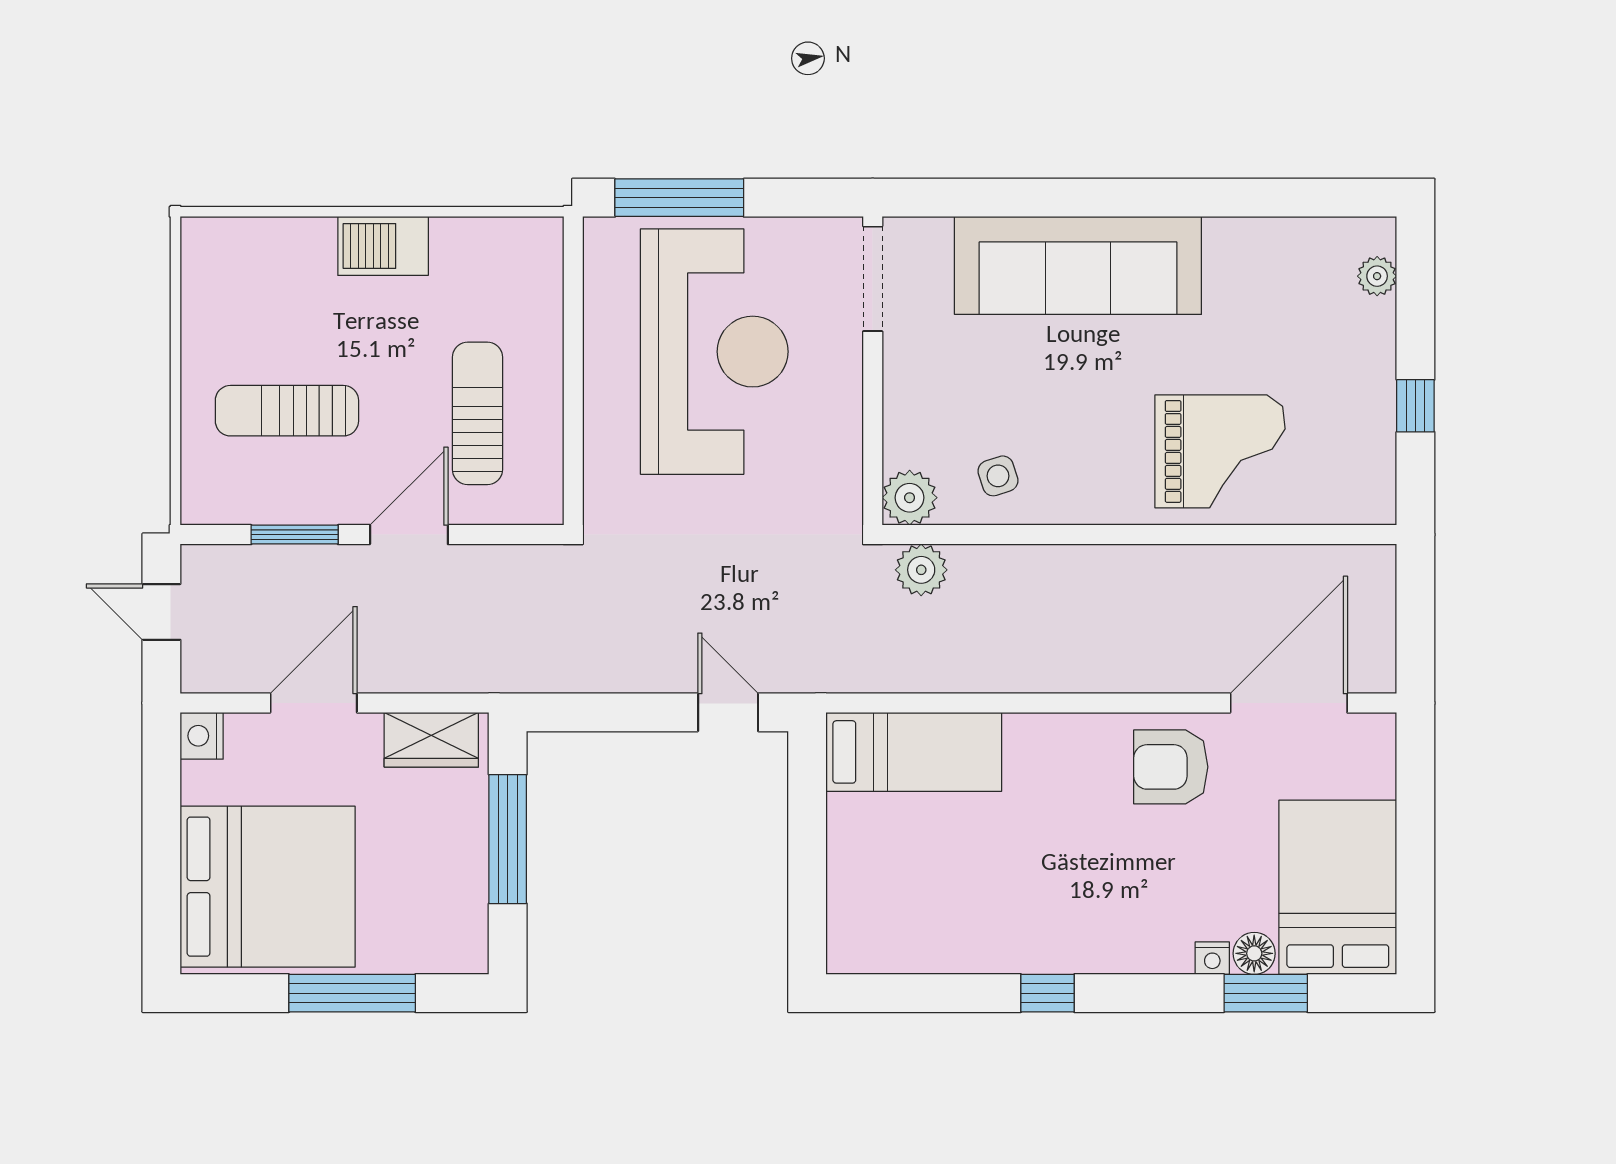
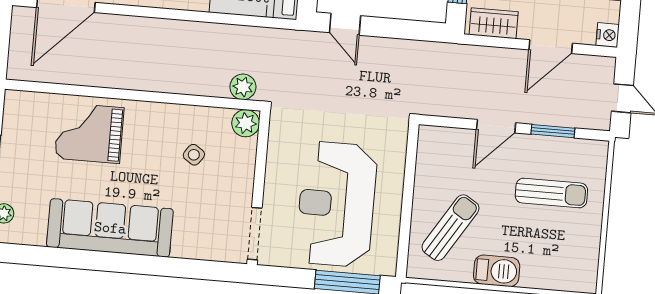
sofa: (1078, 265) -> (110, 228), moved
sun lounger: (478, 413) -> (451, 228), moved, turned -148
side table: (998, 476) -> (194, 155), moved, turned -37

